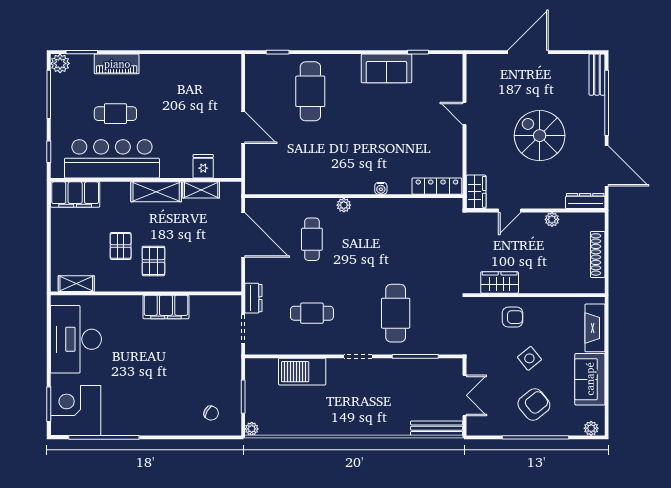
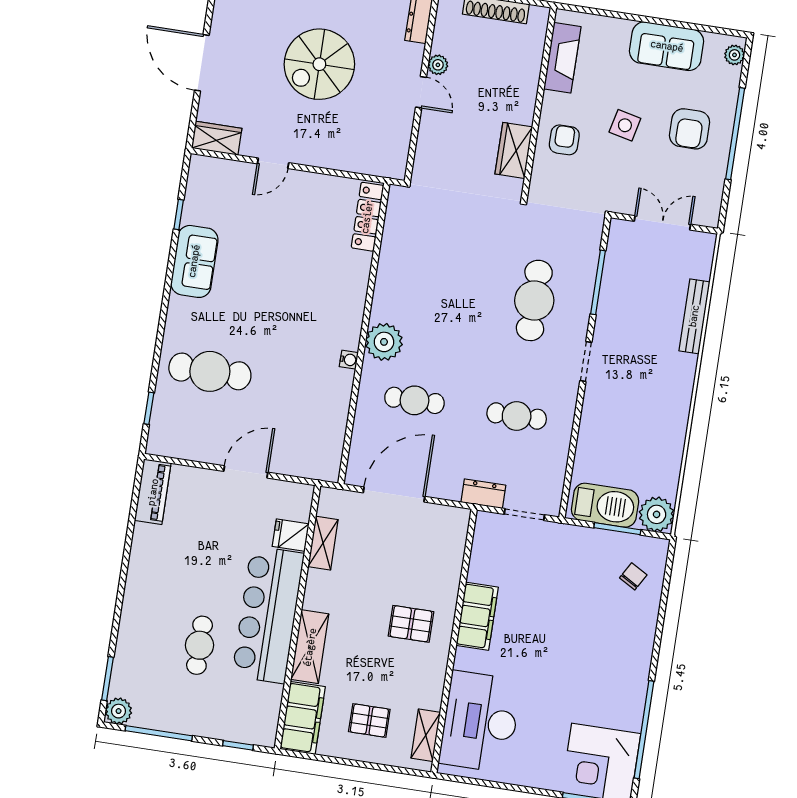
piano: (117, 64) -> (153, 492), moved
bar counter: (112, 159) -> (268, 615), moved
water cooler: (381, 188) -> (349, 360), moved
shelving: (156, 192) -> (310, 647), moved
wardrobe: (476, 192) -> (217, 138), moved
plant: (344, 205) -> (384, 342), width x1.88, depth x1.88
door: (510, 211) -> (421, 92), moved
pallet: (121, 246) -> (369, 720), moved
cafe table: (312, 313) -> (517, 416), turned 90
cafe table: (396, 313) -> (534, 300), turned 90
fireplace: (595, 328) -> (562, 58), moved, turned -90
desk: (76, 339) -> (480, 722), moved, turned 90
side table: (529, 358) -> (625, 125), turned -38
barbecue: (302, 372) -> (605, 505), moved, turned -90
armchair: (534, 405) -> (690, 129), turned -141
bench: (437, 428) -> (694, 316), moved
plant: (252, 429) -> (657, 514), width x1.87, depth x1.87

